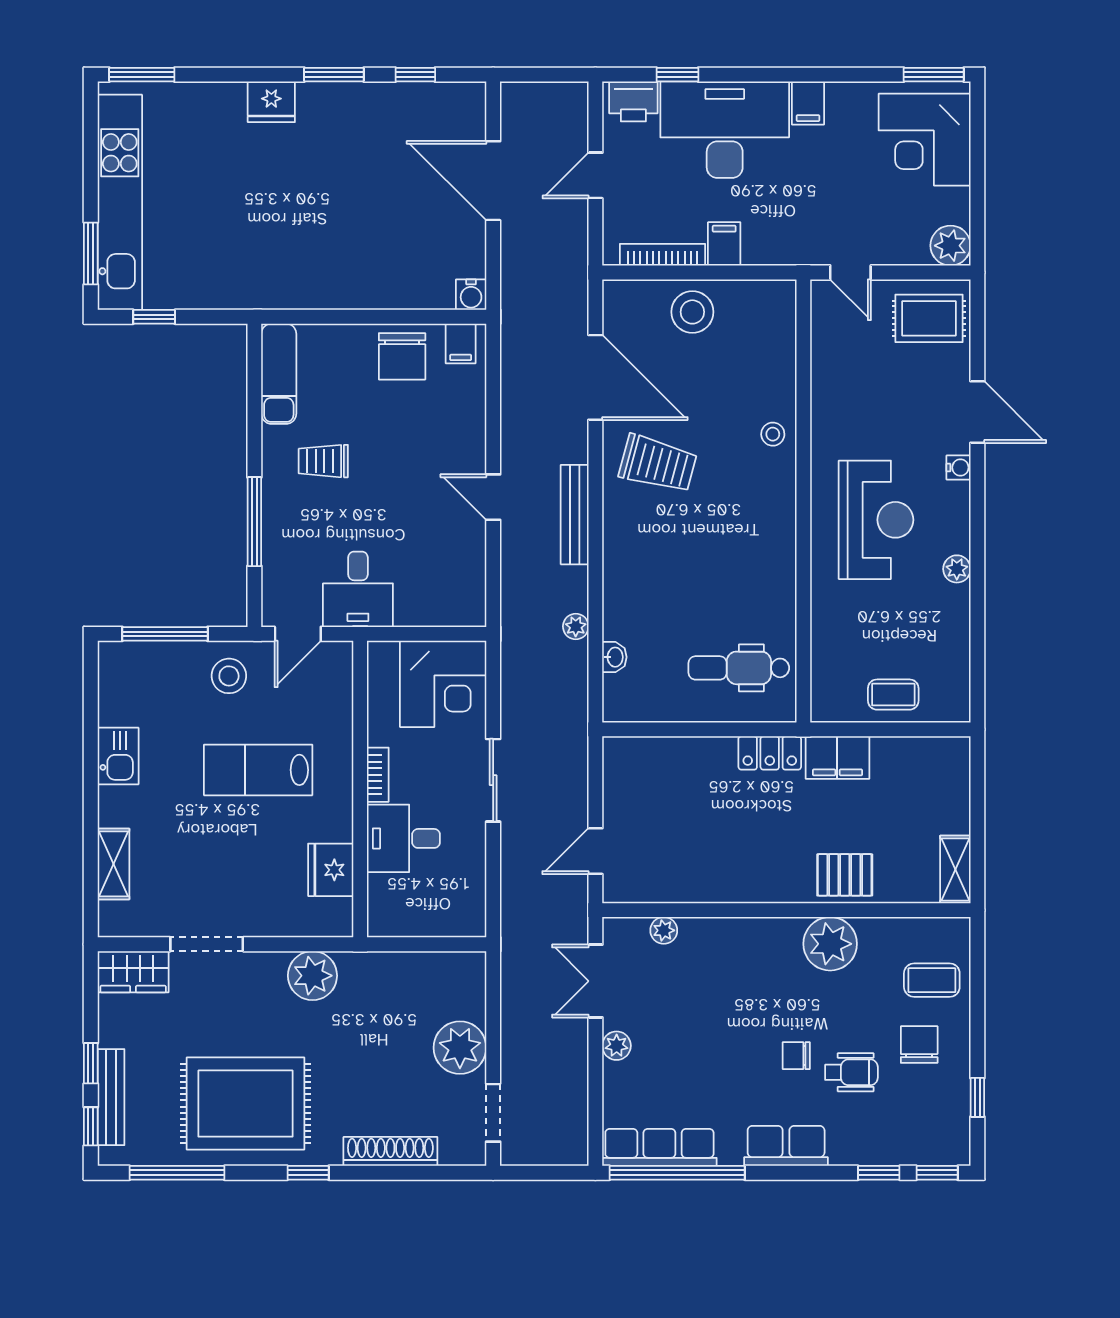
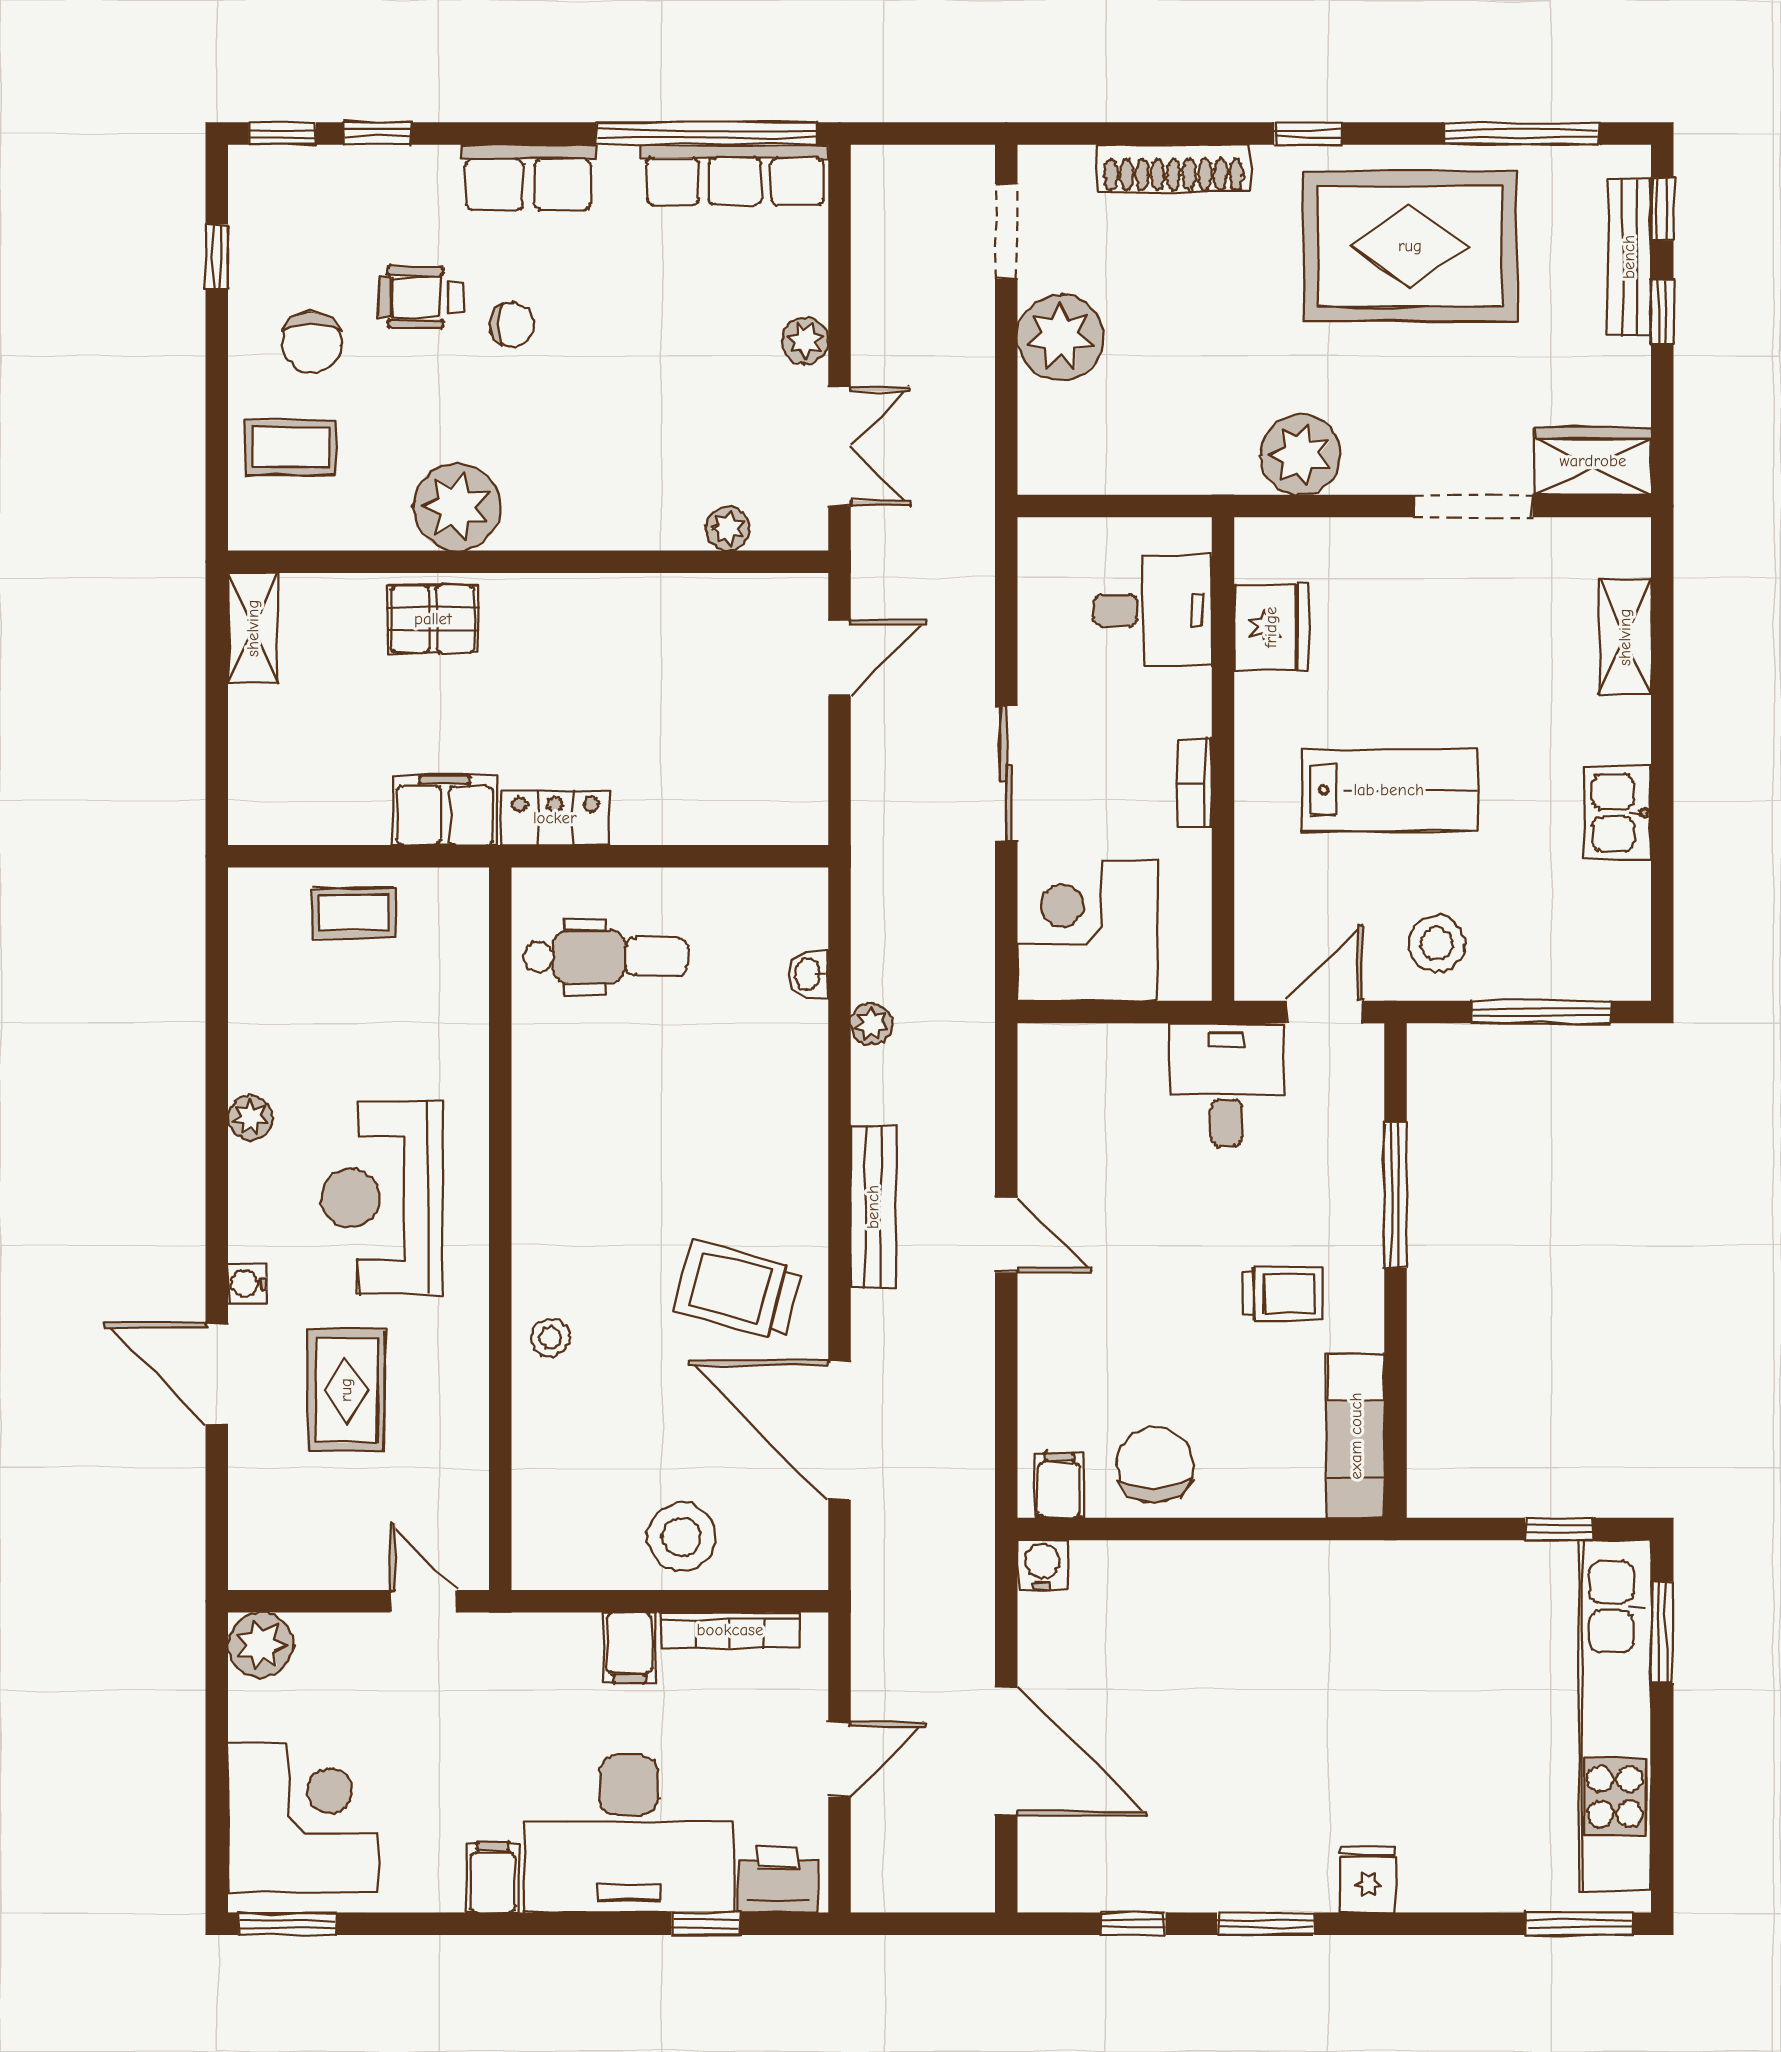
fridge: (271, 102) -> (1368, 1880), width x0.72
rug: (929, 318) -> (346, 1390), moved, turned 90
desk: (403, 838) -> (1152, 610), moved

